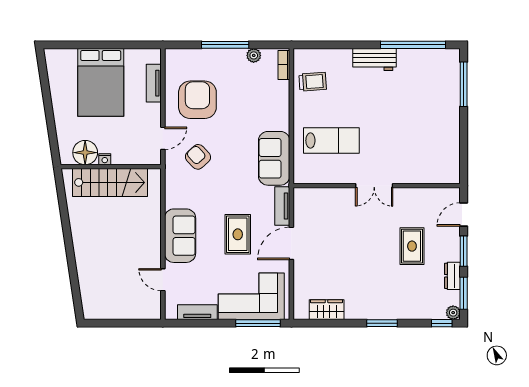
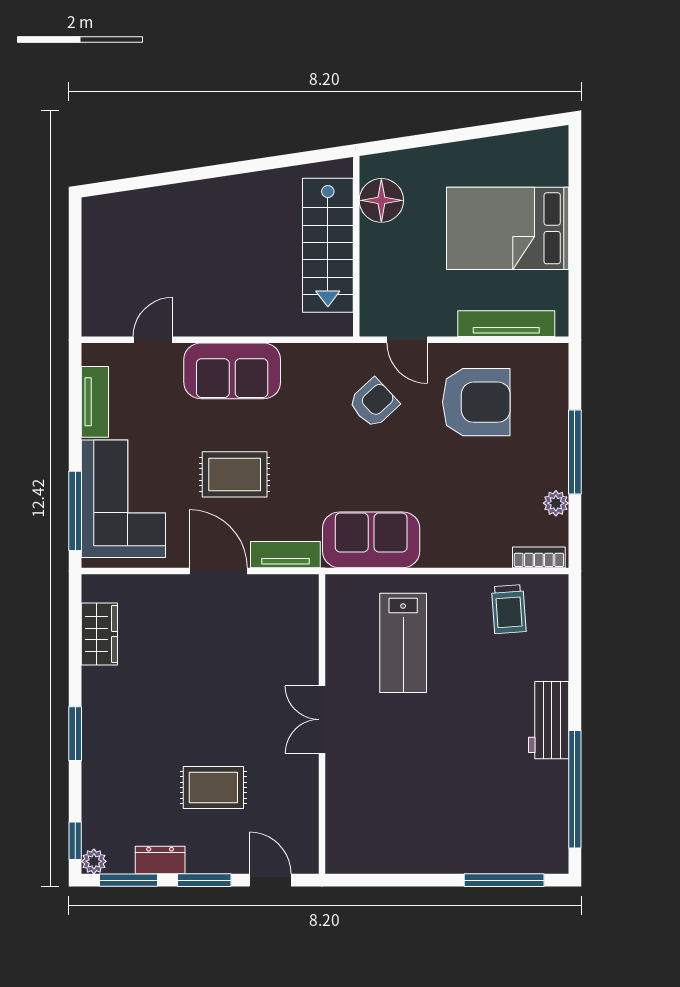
tv unit: (154, 83) -> (506, 324), width x1.41
nightstand: (105, 159) -> (369, 236), removed

